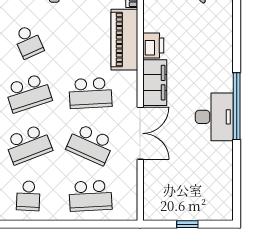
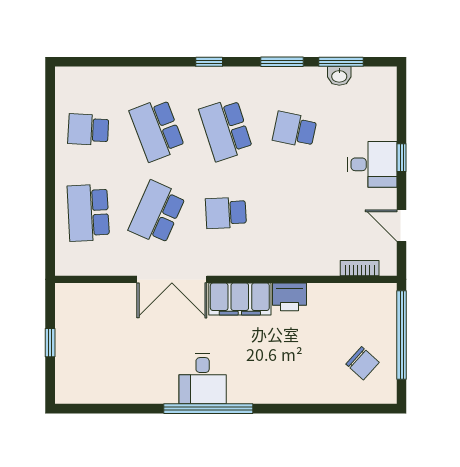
piano: (124, 40) -> (298, 258), removed
school desk: (28, 42) -> (295, 130), turned 36
school desk: (90, 93) -> (226, 213), width x0.54
desk: (214, 117) -> (203, 379), width x0.73

